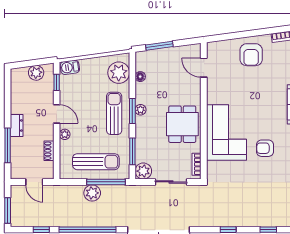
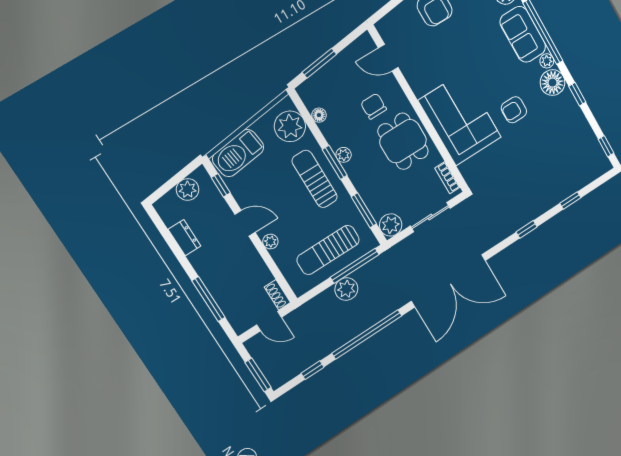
barbecue: (70, 67) -> (238, 153), width x1.88, depth x1.53
chair: (177, 92) -> (374, 106), added
dresser: (17, 126) -> (184, 238), moved
shoe rack: (49, 151) -> (277, 295), moved
sun lounger: (96, 162) -> (328, 250), turned 180

